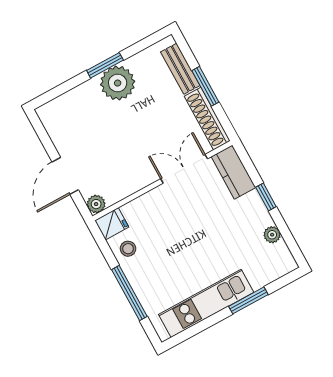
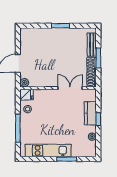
plant: (118, 83) -> (62, 36), removed
kitchen counter: (233, 172) -> (90, 113), moved

